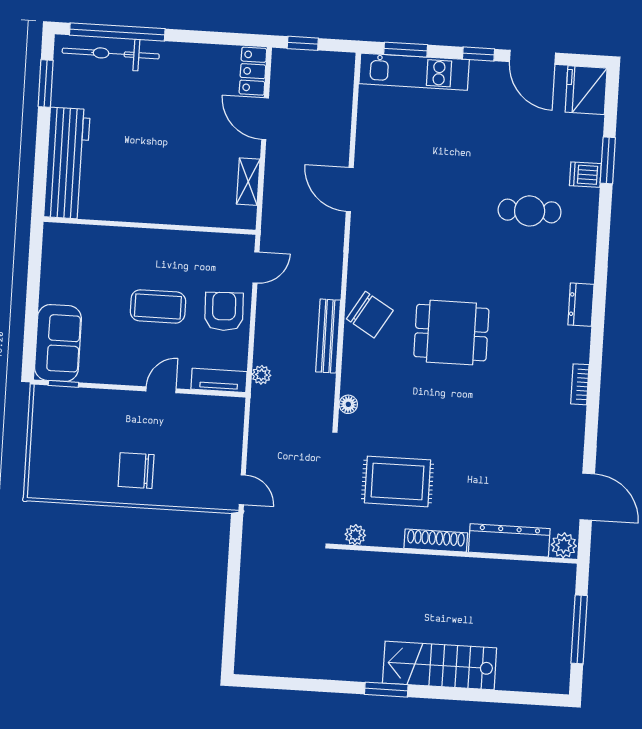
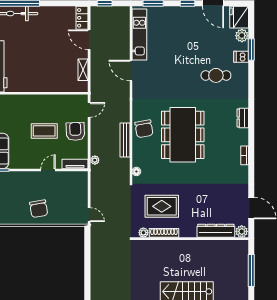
kitchen unit: (414, 72) -> (139, 35), moved, turned -90
plant: (590, 130) -> (242, 36), added
chair: (370, 315) -> (144, 129), turned 49
dining table: (451, 333) -> (183, 135), width x1.88, depth x1.24
chair: (136, 471) -> (39, 209), turned -100
shoe rack: (436, 541) -> (164, 233), moved

